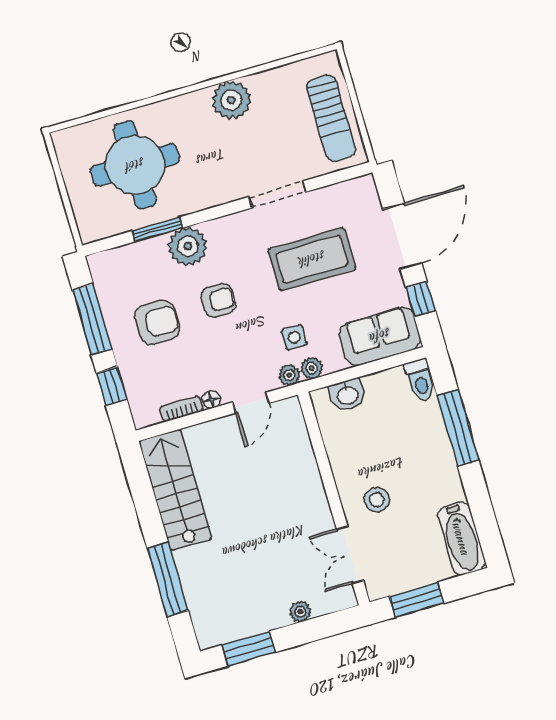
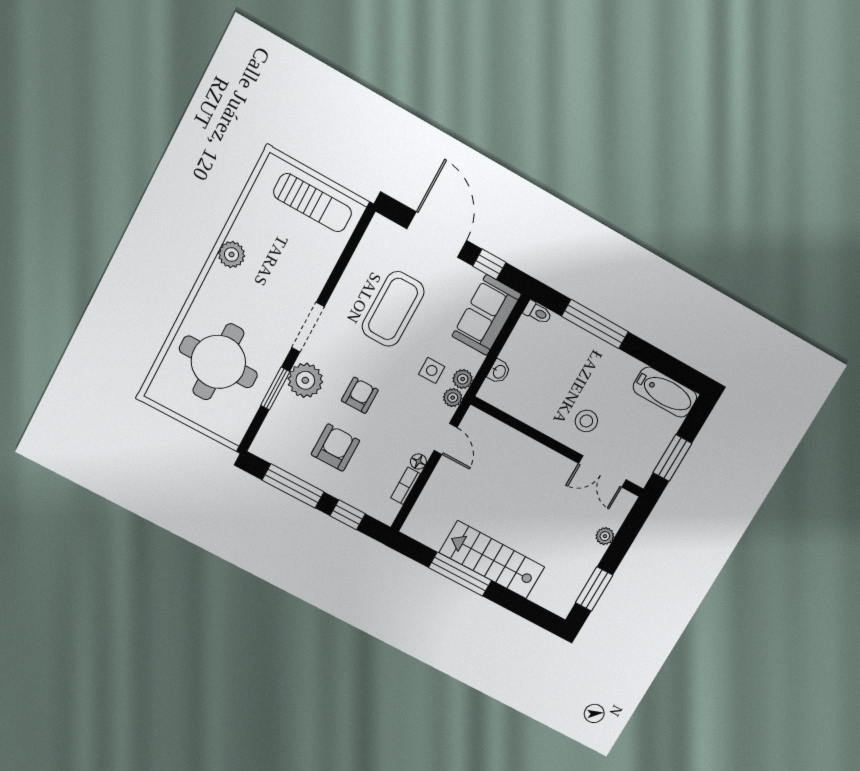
plant: (231, 100) -> (232, 255), width x0.73, depth x0.73
doorway: (277, 194) -> (308, 327), moved
toilet: (420, 380) -> (538, 312), width x0.73, depth x0.72
washbasin: (347, 395) -> (499, 372), width x0.72, depth x0.69
stairs: (175, 490) -> (492, 560), moved
window: (168, 579) -> (460, 574), moved

